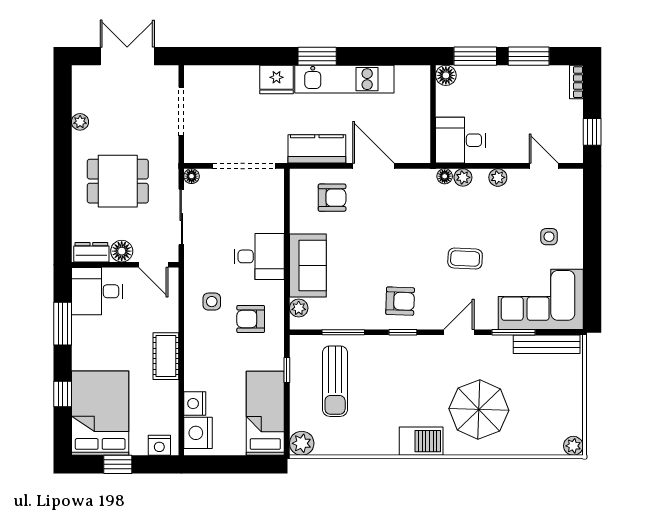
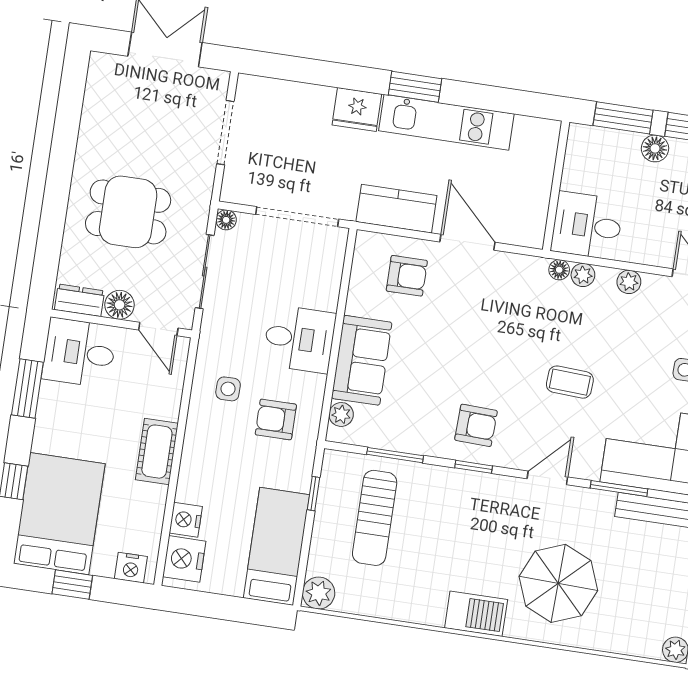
floor lamp: (446, 75) -> (655, 148), moved
plant: (80, 122) -> (90, 127), removed

